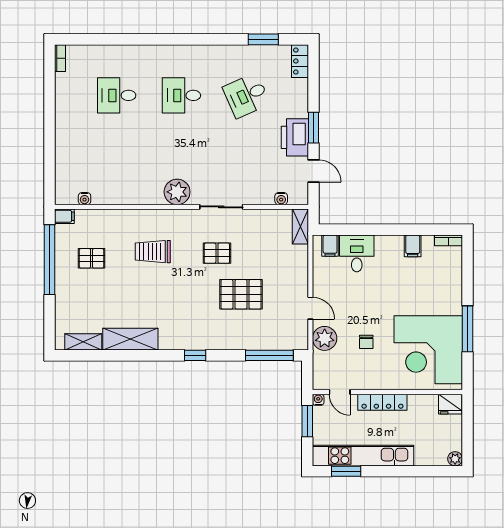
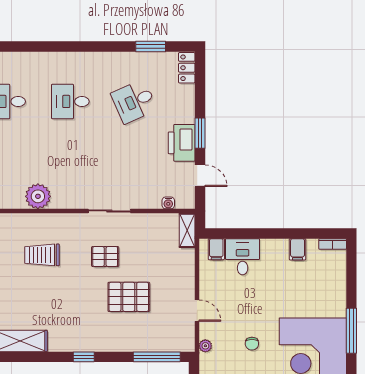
plant: (177, 192) -> (38, 196), moved
plant: (325, 338) -> (205, 346), width x0.53, depth x0.53

